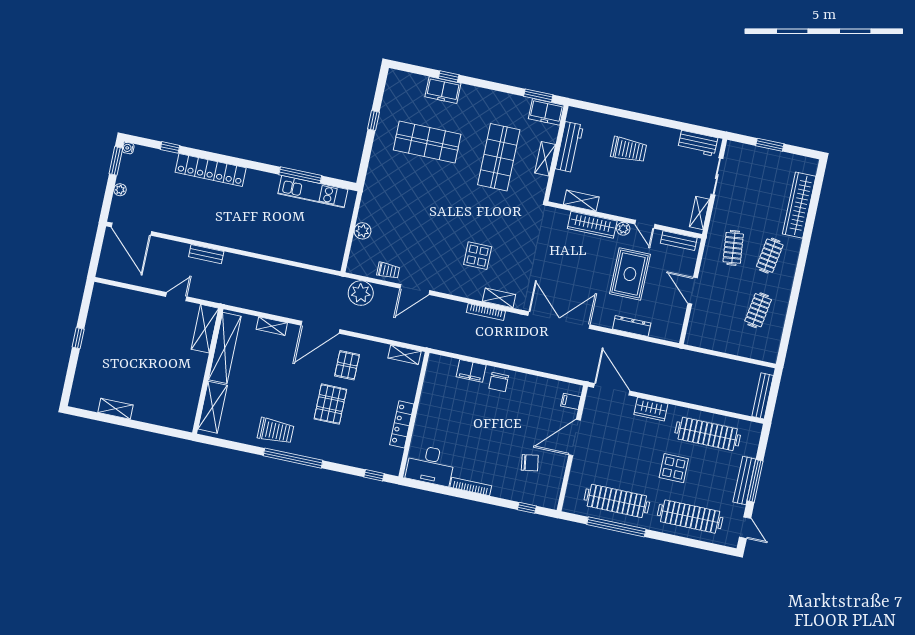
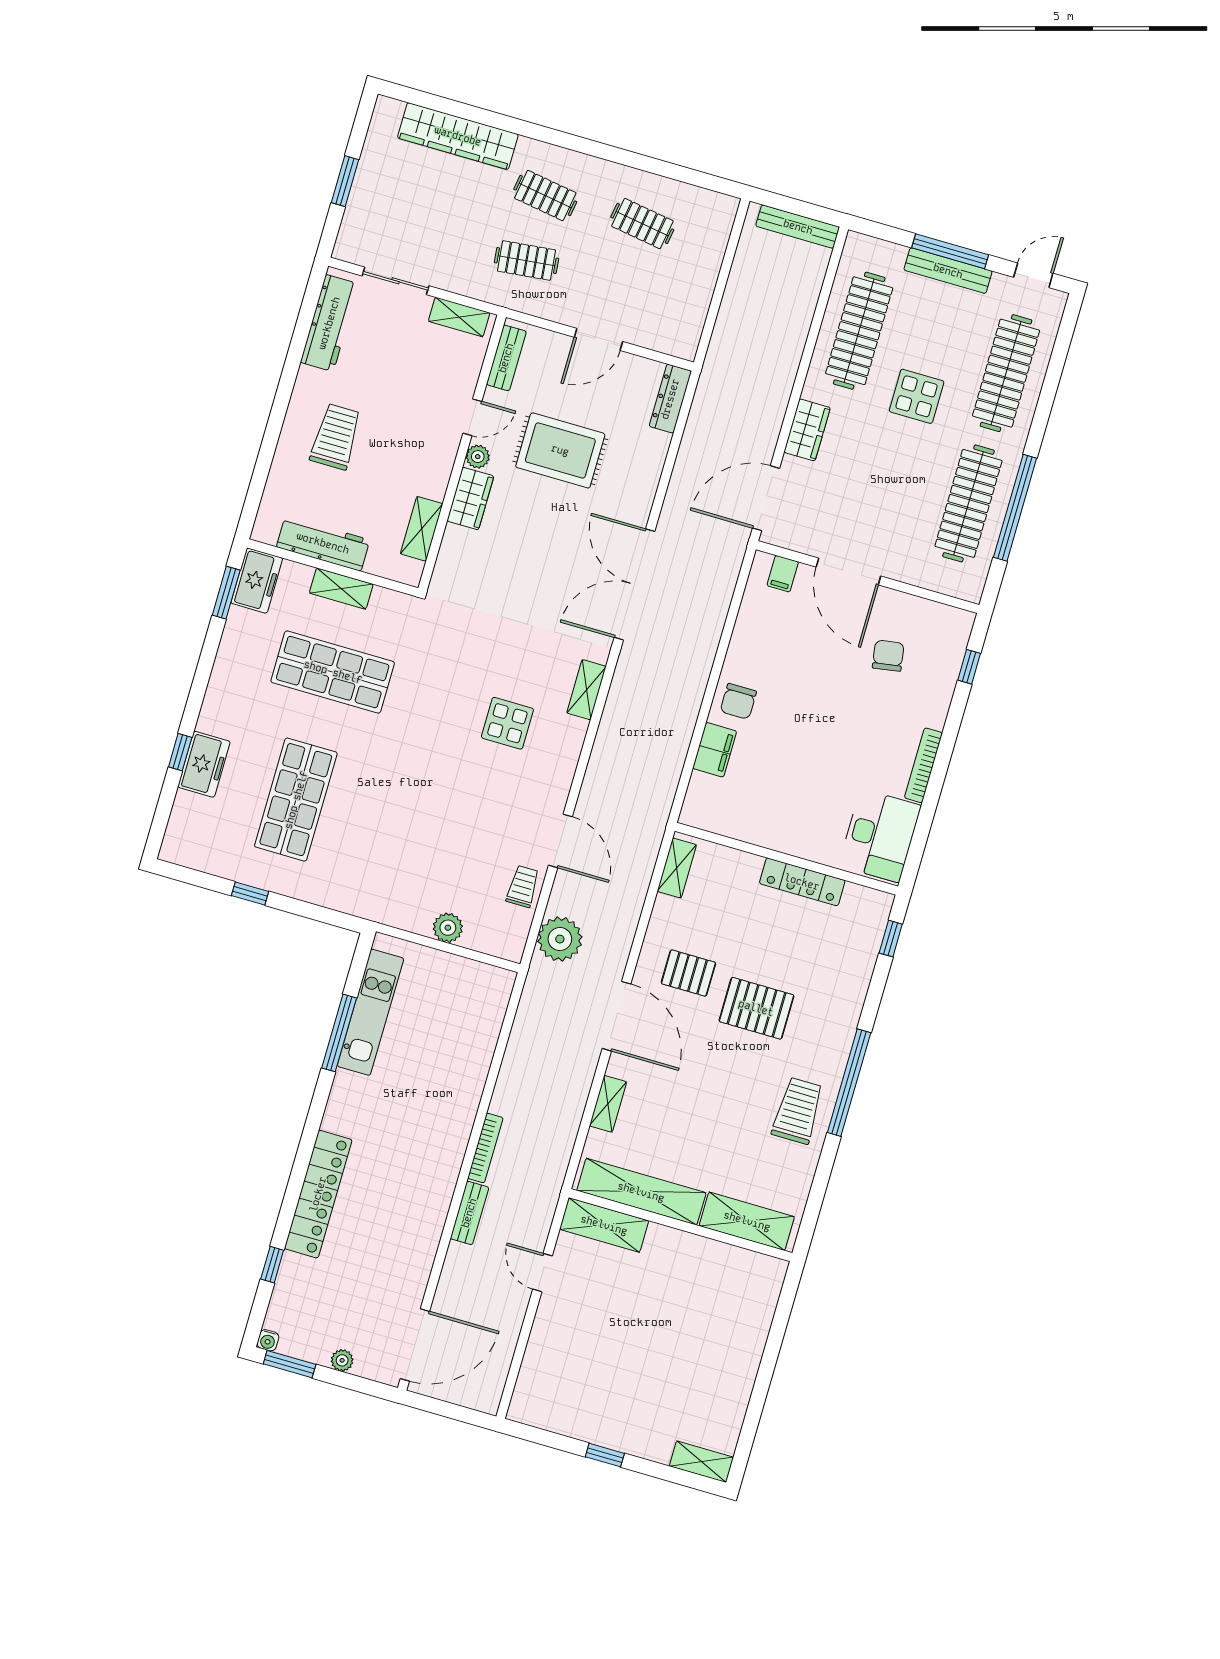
workbench: (698, 143) -> (329, 323), width x1.38
wardrobe: (592, 225) -> (470, 499), width x0.67
bookcase: (486, 312) -> (485, 1148), moved
dresser: (632, 326) -> (670, 399), moved
chair: (499, 382) -> (738, 701), turned 90
shelving: (116, 409) -> (701, 1462), moved, turned 90

